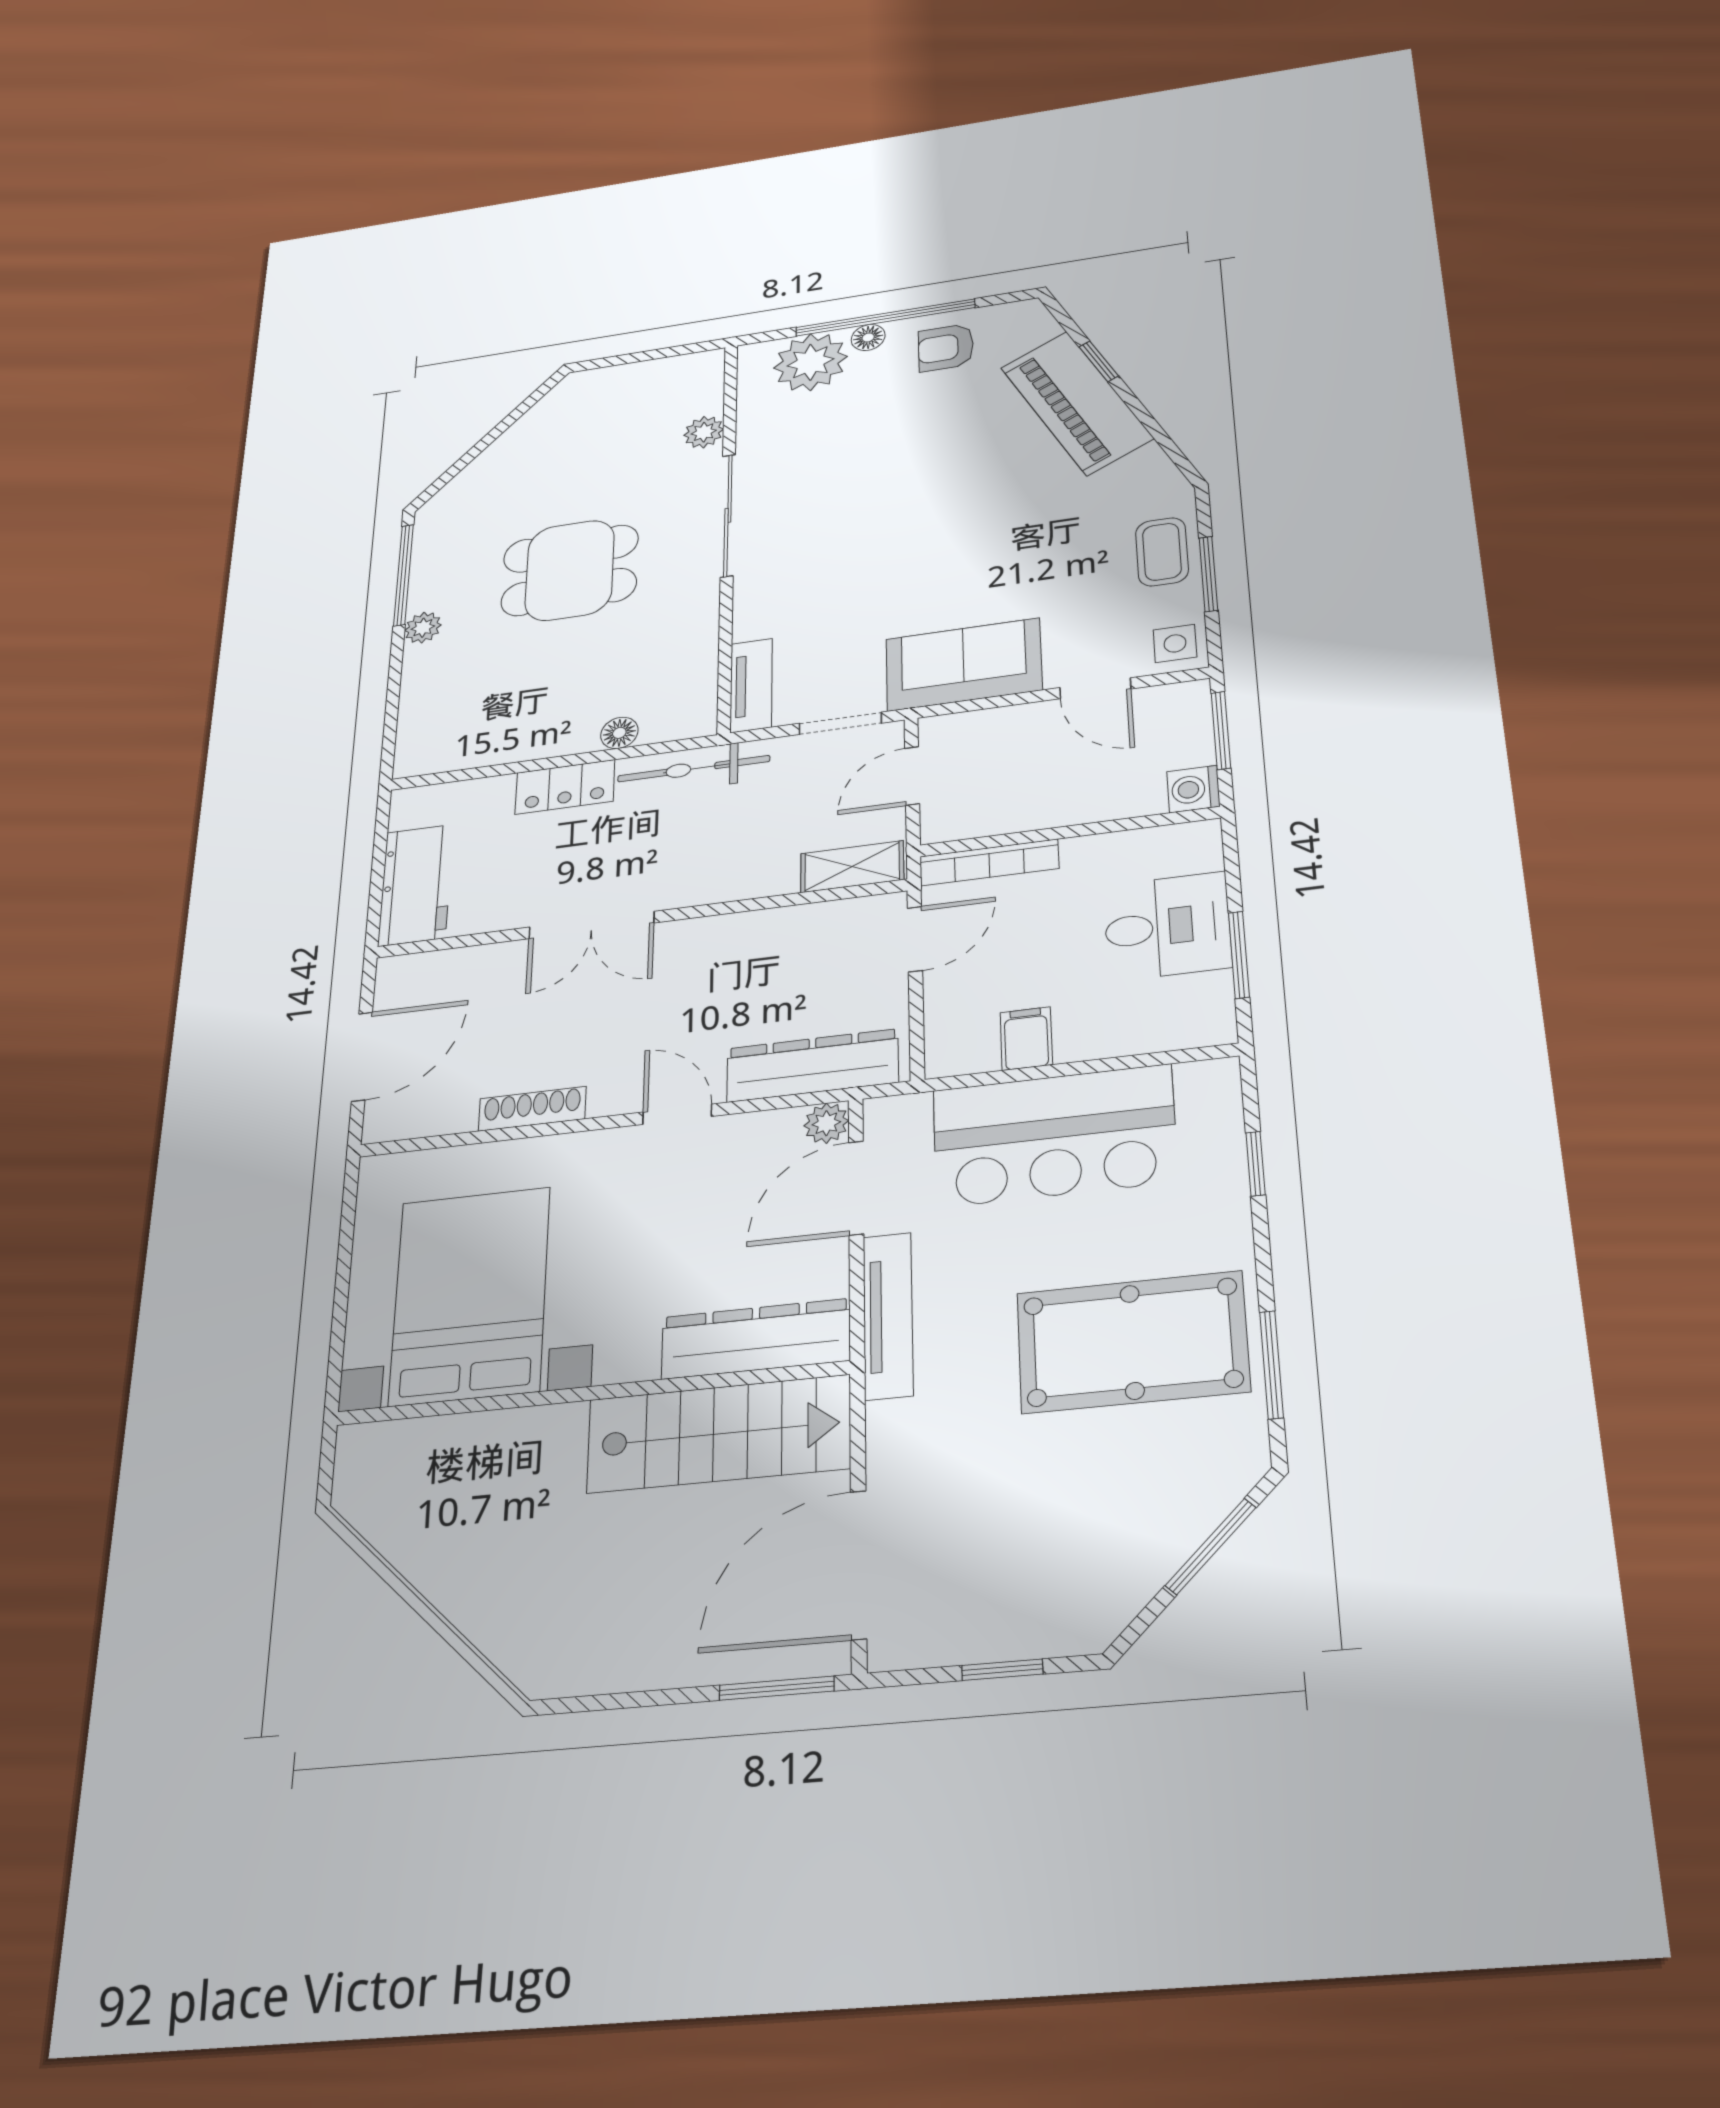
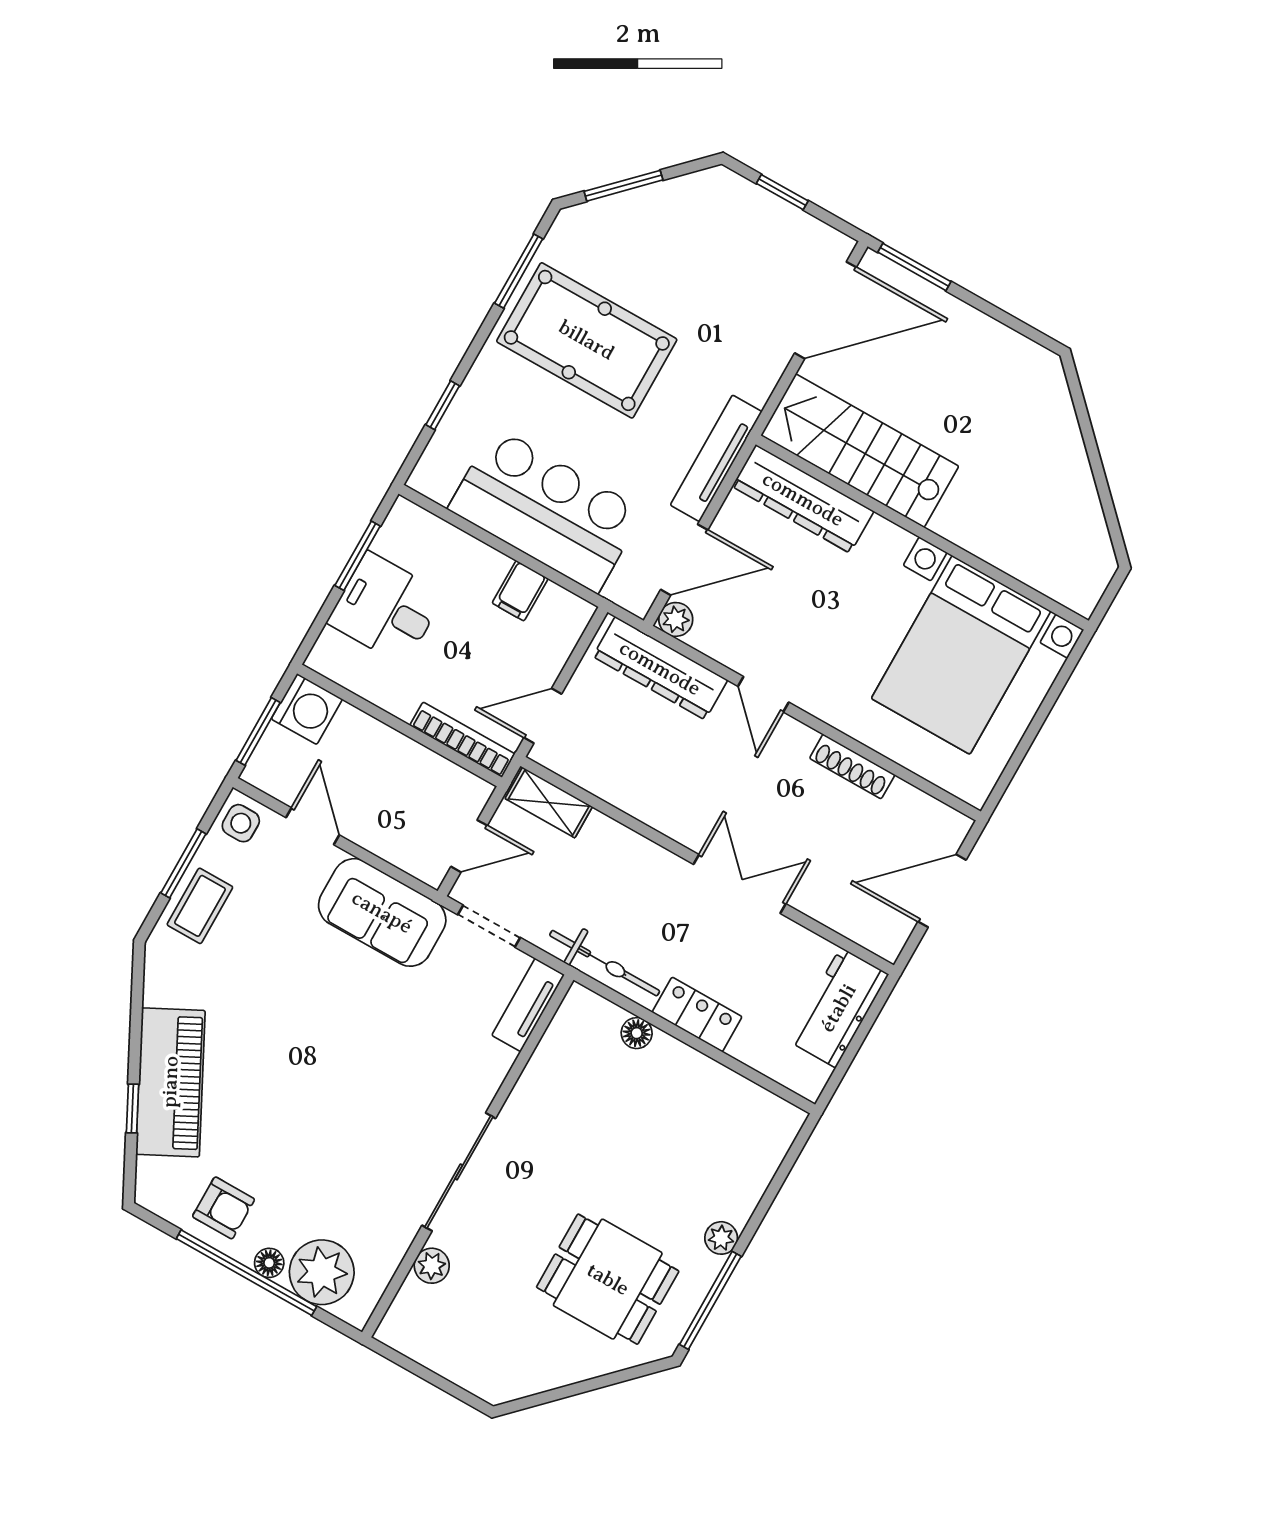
dining table: (570, 570) -> (608, 1279), moved
washing machine: (1193, 789) -> (307, 709), width x1.38, depth x1.38

